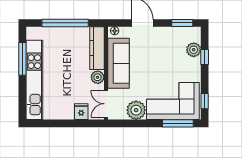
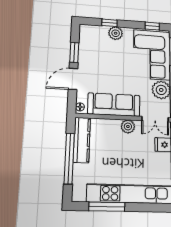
window: (182, 23) -> (74, 52), moved
kitchen counter: (97, 48) -> (82, 140), moved, turned -90
plant: (194, 50) -> (116, 33), moved

